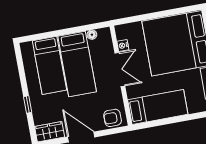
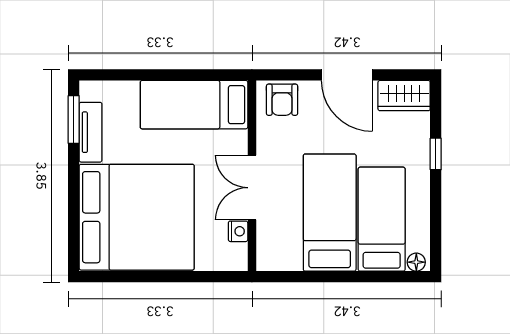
floor lamp: (92, 35) -> (416, 262), moved
armchair: (113, 118) -> (282, 100), turned 90

